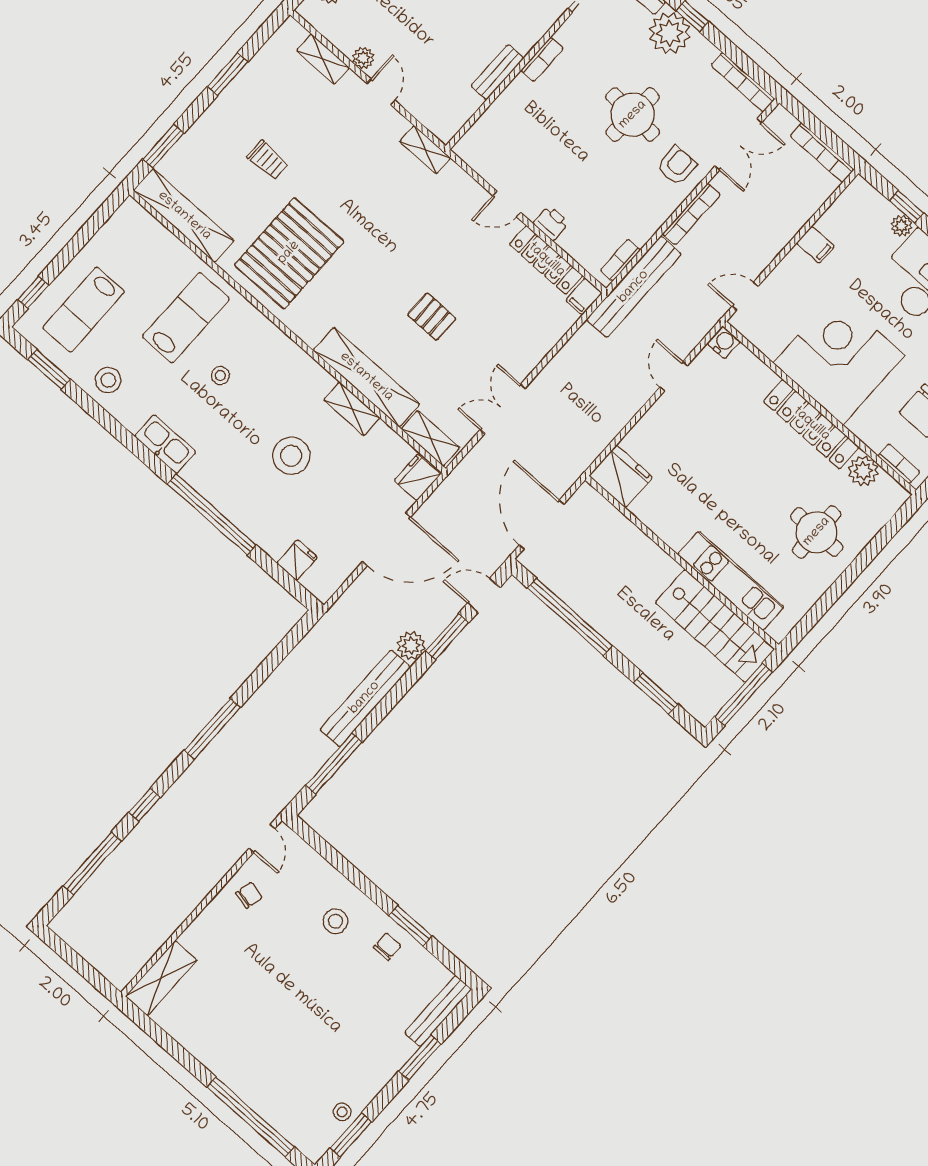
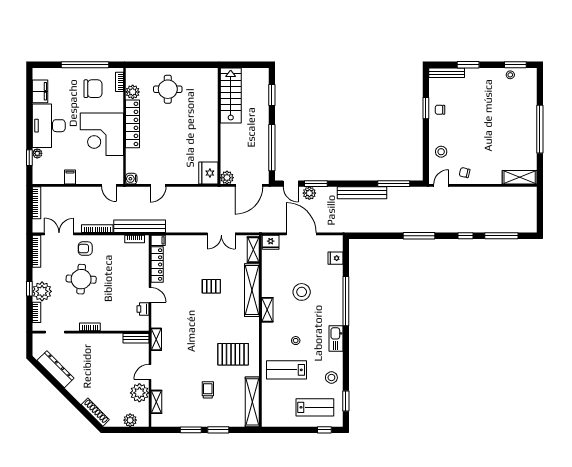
plant: (363, 58) -> (139, 393), width x1.88, depth x1.88
bench: (497, 72) -> (136, 338), moved
window: (163, 146) -> (218, 430), moved
printer: (551, 223) -> (143, 309), moved
pallet: (289, 253) -> (233, 354), width x0.73, depth x0.71
pallet: (432, 317) -> (211, 286), turned 90
shelving: (352, 409) -> (267, 310), moved
plant: (586, 500) -> (227, 178), added
kitchen unit: (731, 581) -> (210, 104), removed
plant: (411, 646) -> (309, 193), moved
window: (743, 694) -> (246, 65), removed
stool: (335, 921) -> (441, 152), moved
window: (251, 1117) -> (540, 129), moved

